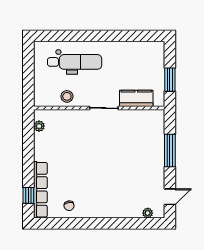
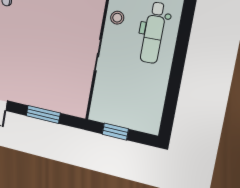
kitchen counter: (136, 98) -> (102, 92), removed

